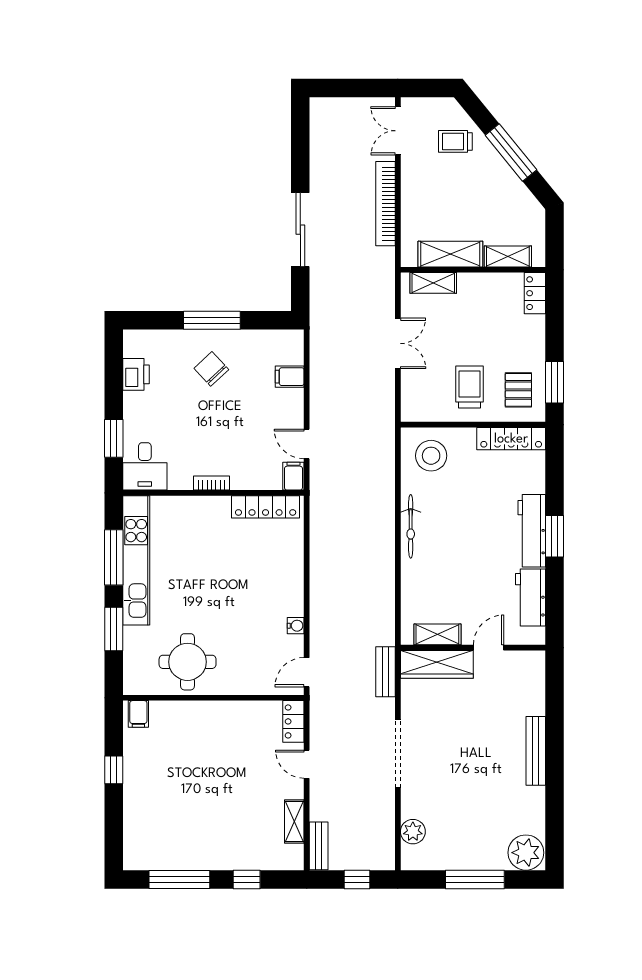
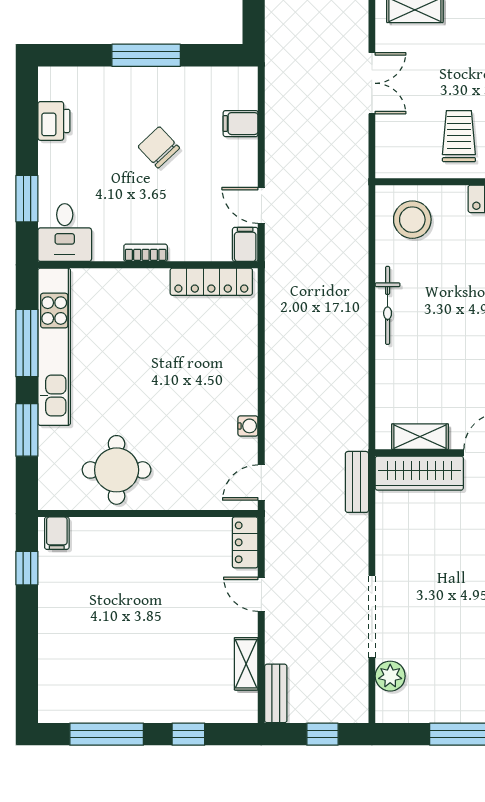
chair: (211, 369) -> (159, 147), moved
doorway: (398, 754) -> (372, 616), moved
window: (114, 770) -> (27, 568), moved

